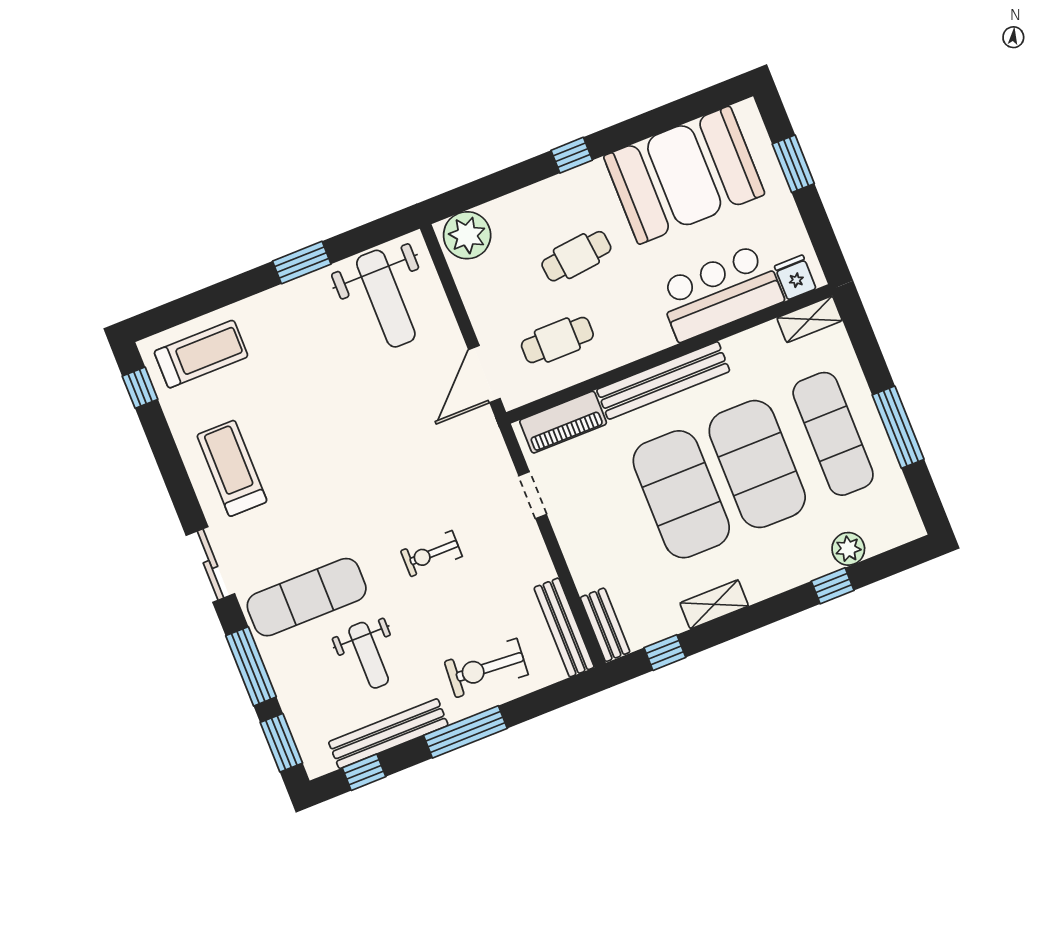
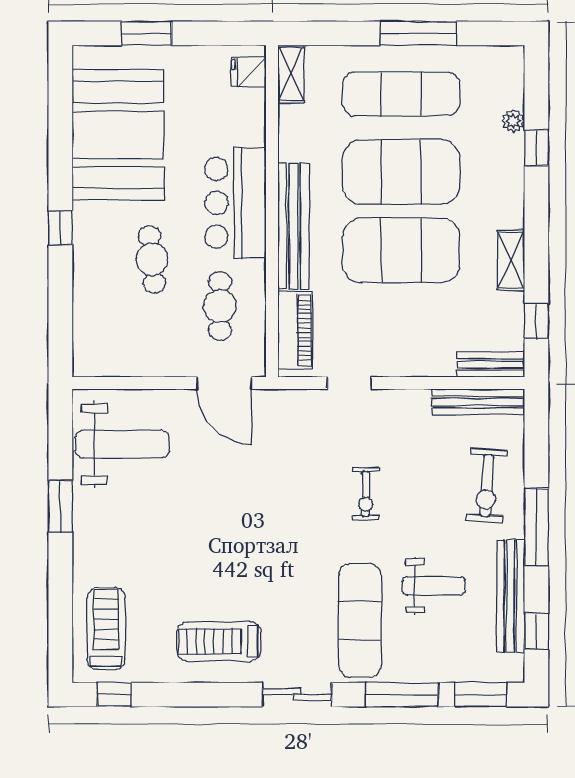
plant: (467, 235) -> (95, 349), removed
bar counter: (720, 293) -> (235, 203), moved
plant: (848, 549) -> (513, 121), width x0.73, depth x0.73

